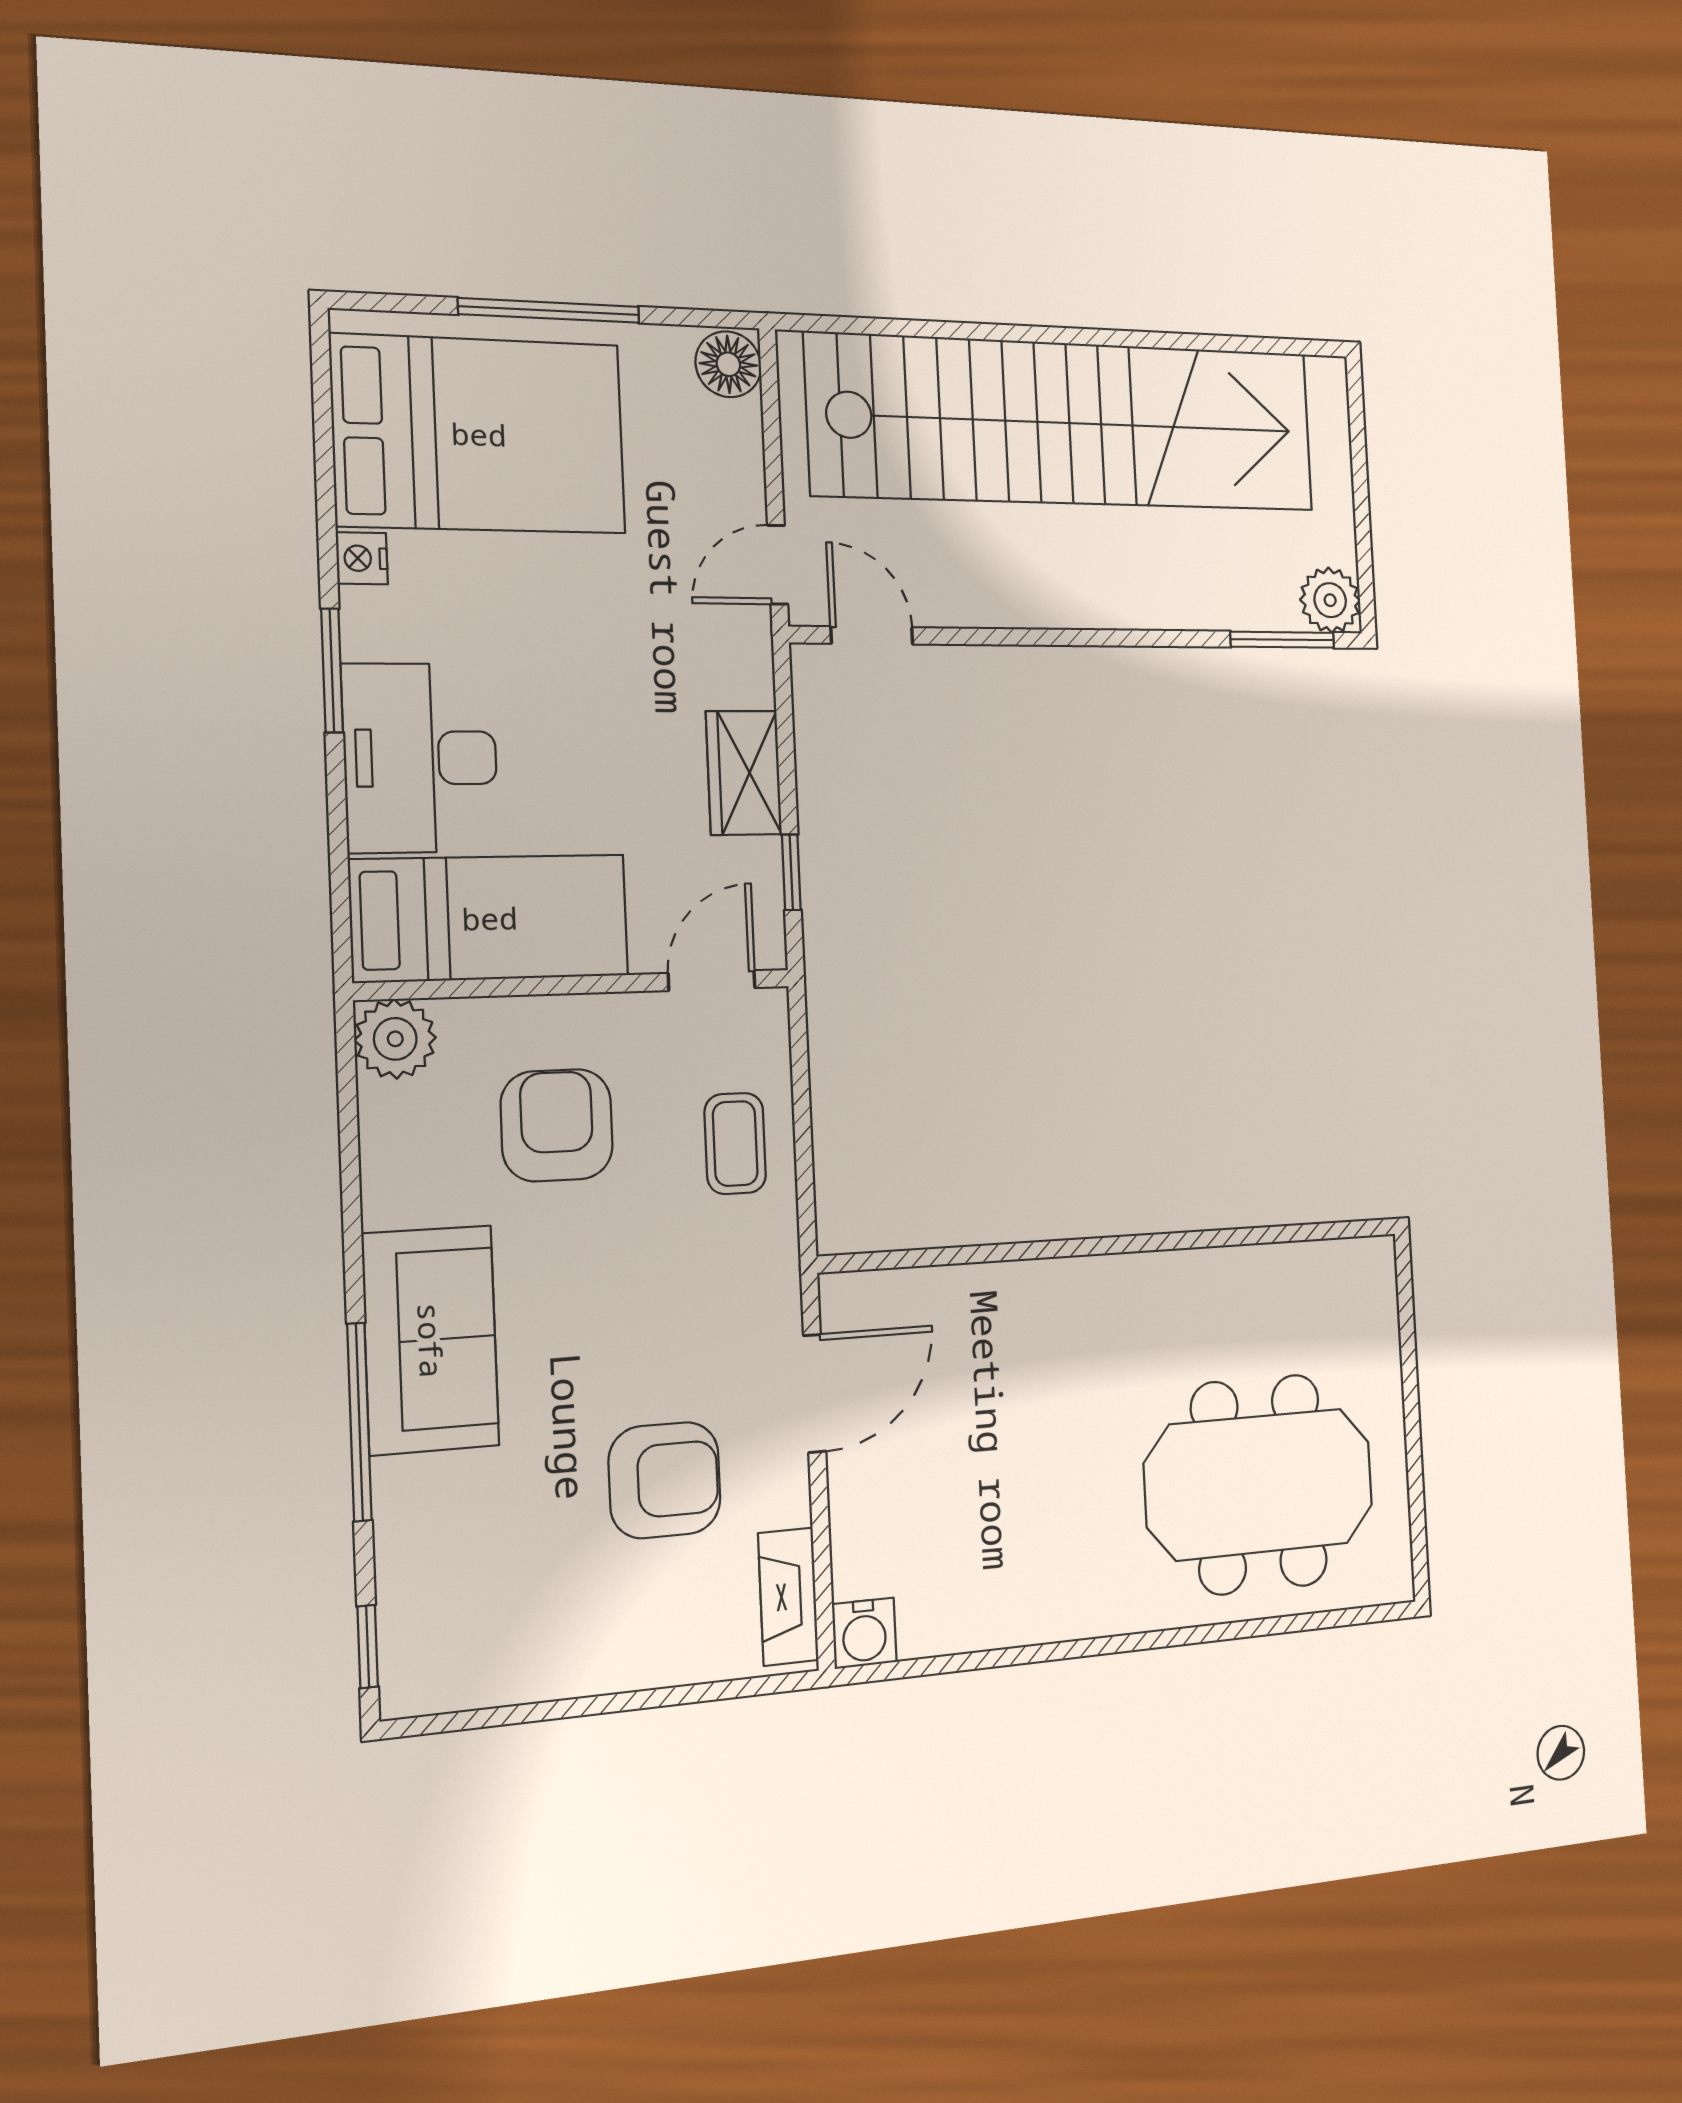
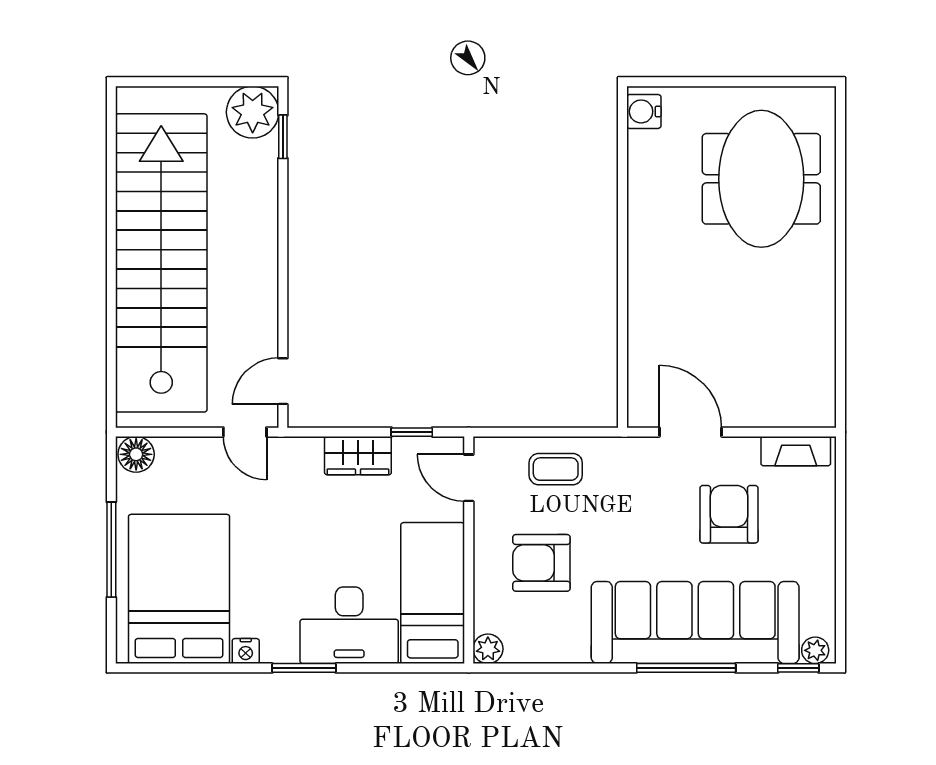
plant: (1330, 600) -> (253, 112), width x1.36, depth x1.36
window: (1282, 640) -> (283, 137), width x0.67
plant: (395, 1039) -> (488, 649), width x0.73, depth x0.73
sofa: (431, 1340) -> (695, 622), width x1.85, depth x1.27
water cooler: (864, 1633) -> (644, 111), moved, turned 180
plant: (405, 1677) -> (815, 650), added

